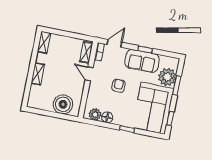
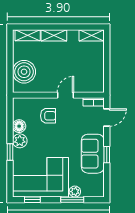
door: (114, 43) -> (107, 118), hinge flipped
shelving: (86, 52) -> (28, 35), moved
plant: (167, 77) -> (75, 192), width x0.53, depth x0.53
armchair: (119, 86) -> (48, 116), moved
plant: (95, 114) -> (20, 141), moved

